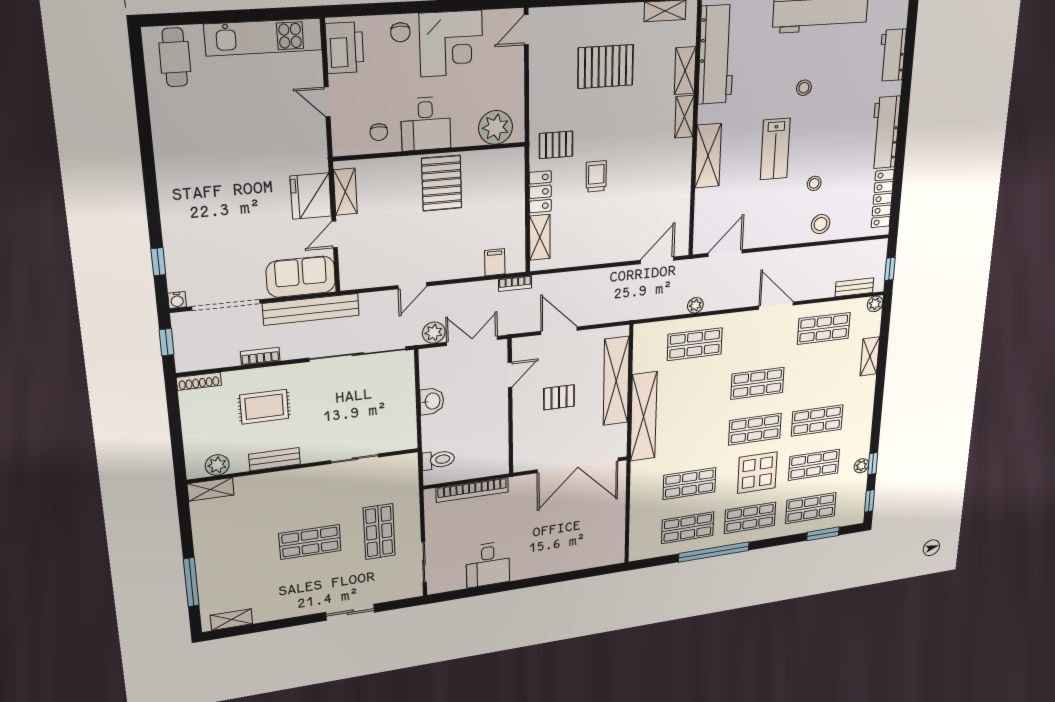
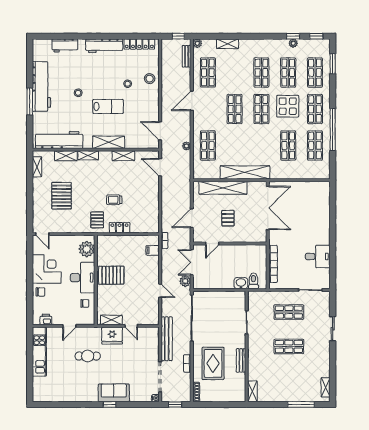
printer: (345, 48) -> (46, 319), width x0.53, depth x0.68
cafe table: (175, 57) -> (88, 356), moved
desk: (426, 124) -> (83, 278), width x1.37
shelving: (540, 237) -> (123, 156), moved
window: (158, 262) -> (110, 404), moved
sofa: (301, 277) -> (114, 393), moved, turned 90
door: (510, 375) -> (212, 244), swing flipped
washbasin: (432, 401) -> (241, 283), moved
rug: (264, 407) -> (213, 363), width x1.36, depth x1.43
plant: (217, 465) -> (240, 387), removed
shop shelf: (310, 542) -> (289, 346), turned 90

